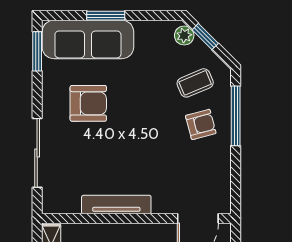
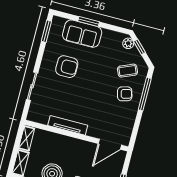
sofa: (88, 39) -> (82, 34), width x0.73
sliding door: (37, 153) -> (32, 86), width x0.73

